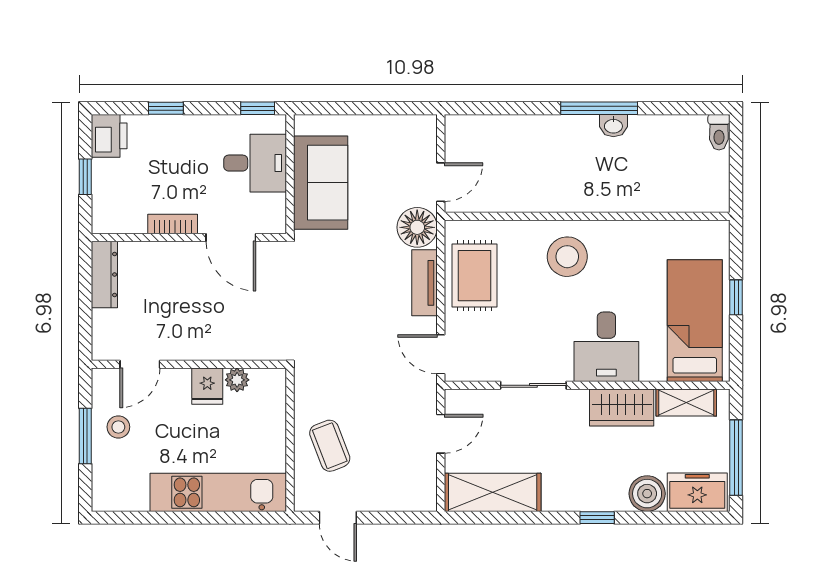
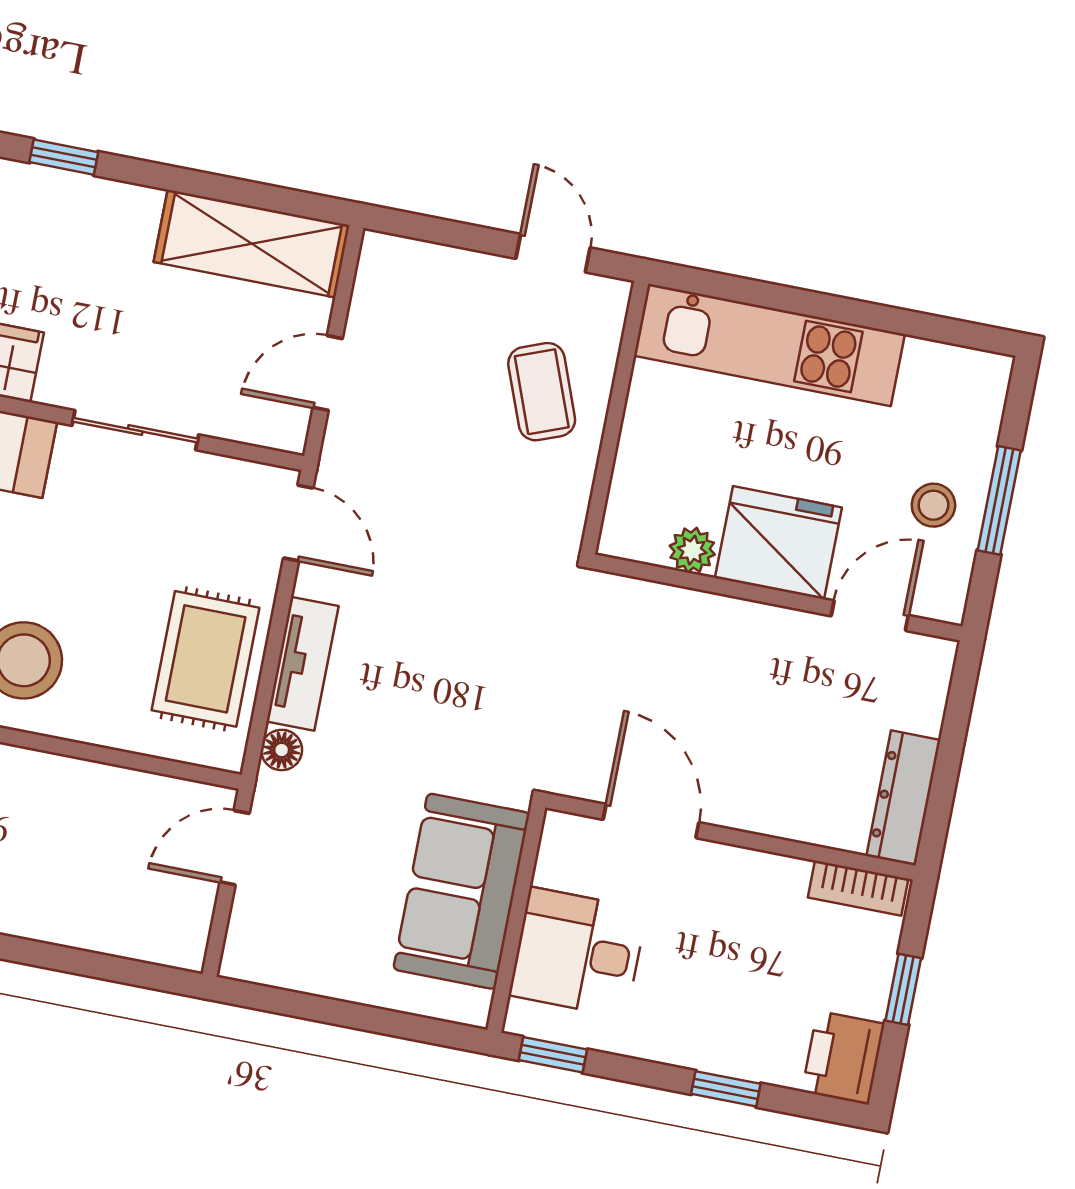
bookcase: (173, 224) -> (858, 888), moved
floor lamp: (417, 227) -> (282, 750), width x0.53, depth x0.53
fridge: (207, 386) -> (778, 543), width x1.88, depth x1.34

